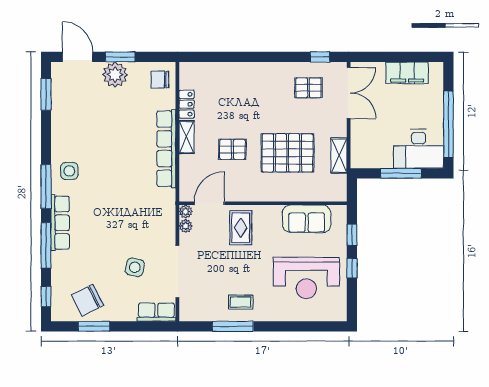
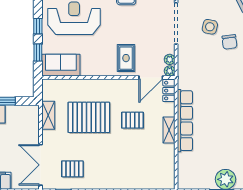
chair: (160, 80) -> (229, 42), moved, turned 83
locker: (187, 104) -> (169, 91), moved
sofa: (307, 219) -> (61, 65), moved

